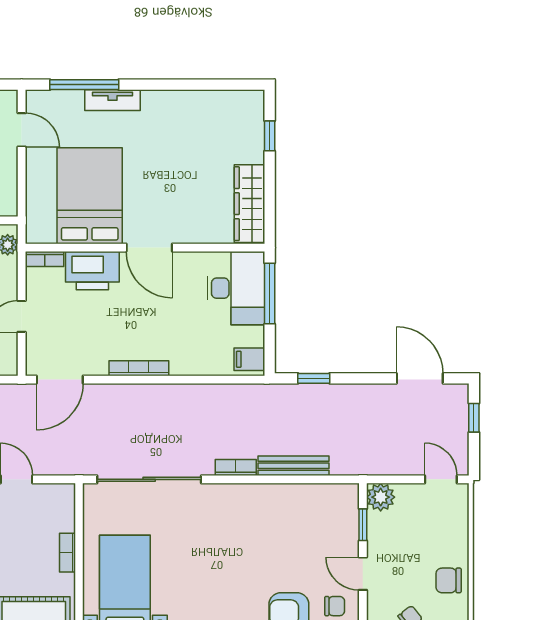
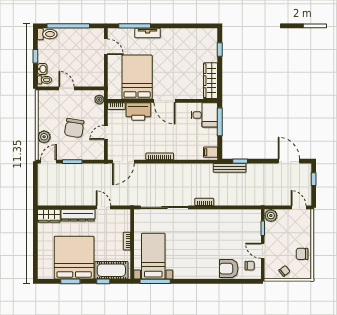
desk: (236, 288) -> (204, 115), width x0.73
bench: (293, 466) -> (230, 168), moved

